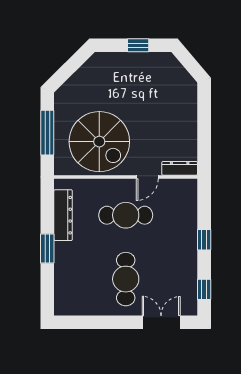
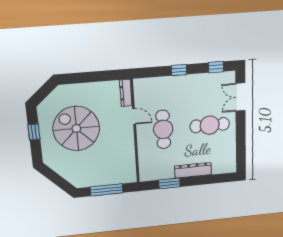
spiral stairs: (99, 142) -> (76, 129), moved, turned -90
dresser: (63, 215) -> (193, 170), moved
window: (47, 248) -> (169, 183), moved

